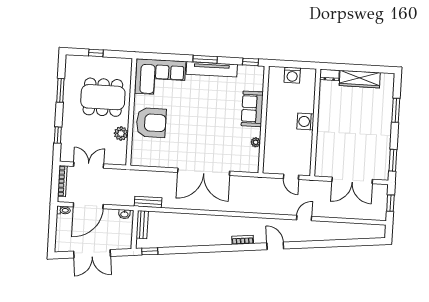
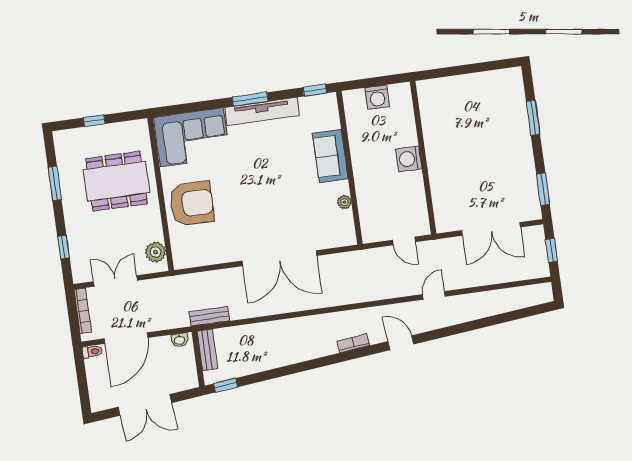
dresser: (329, 75) -> (430, 87), removed
wardrobe: (360, 79) -> (474, 84), removed
plant: (121, 133) -> (156, 252), moved

